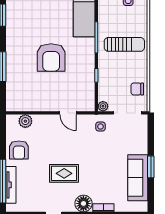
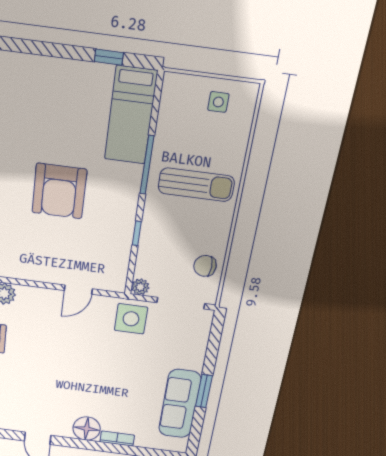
door: (68, 113) -> (78, 290), hinge flipped
side table: (100, 127) -> (131, 319), width x1.87, depth x1.87
rug: (64, 173) -> (61, 382), removed

